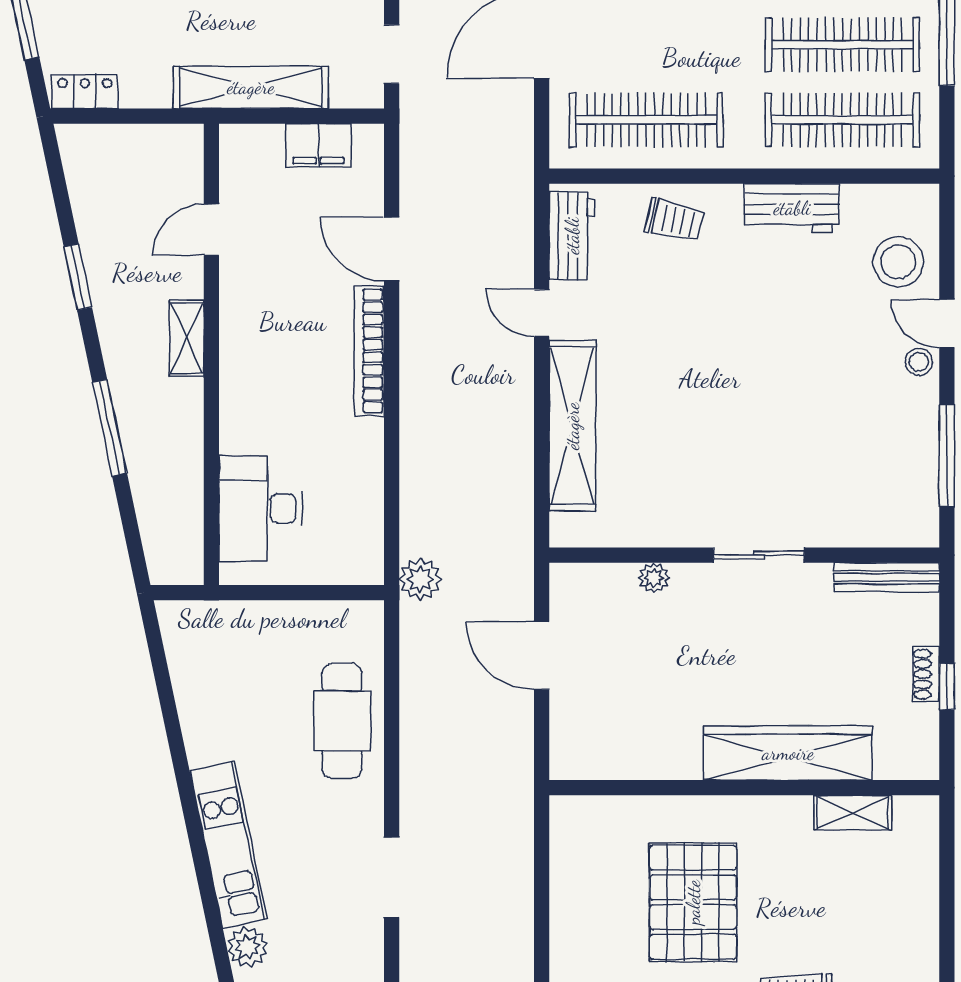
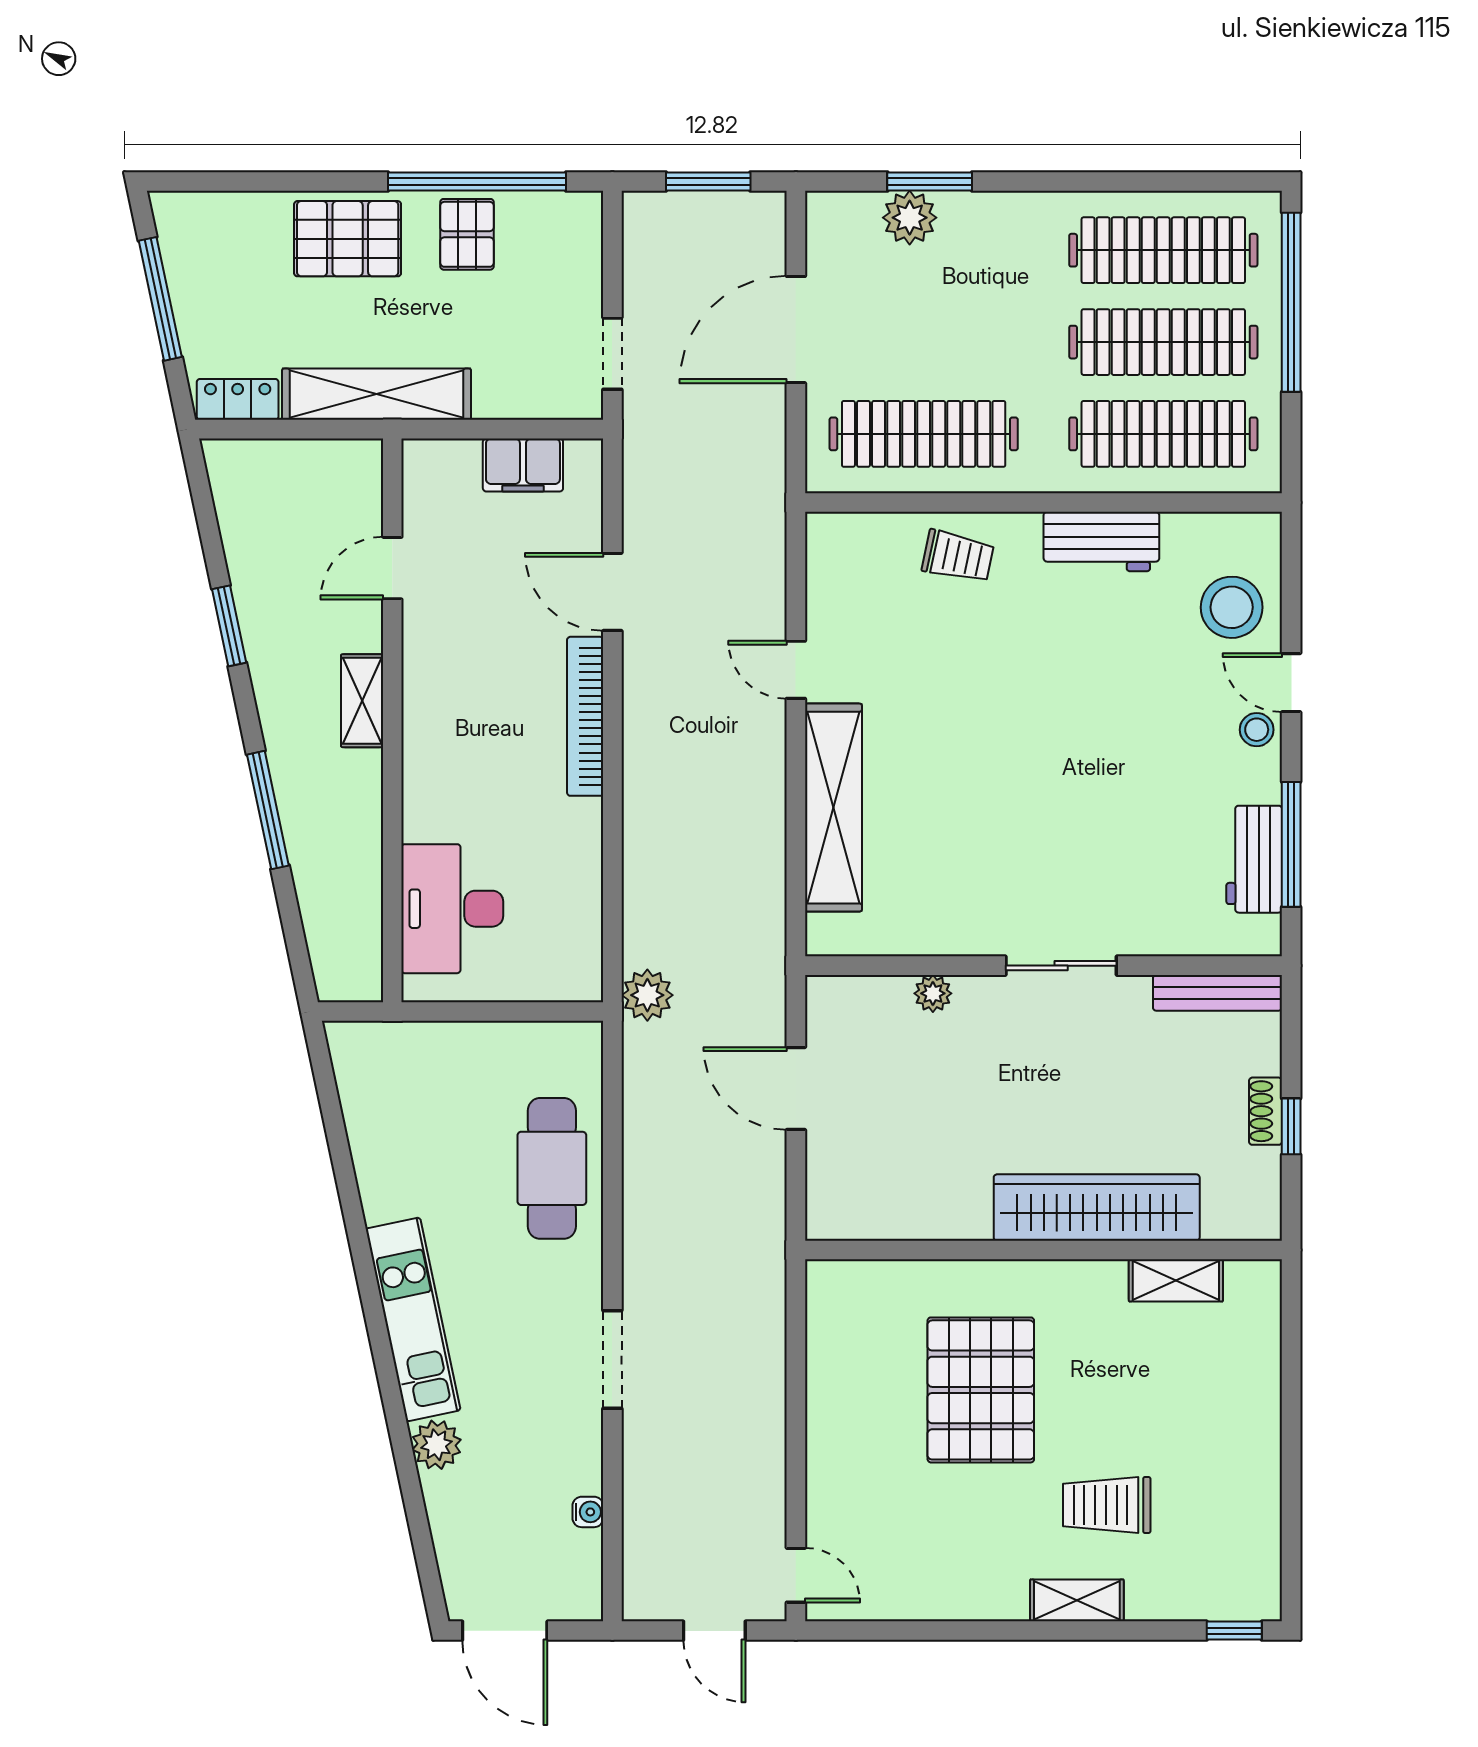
shelving: (251, 87) -> (377, 394), moved
workbench: (572, 236) -> (1254, 859), moved, turned 180

